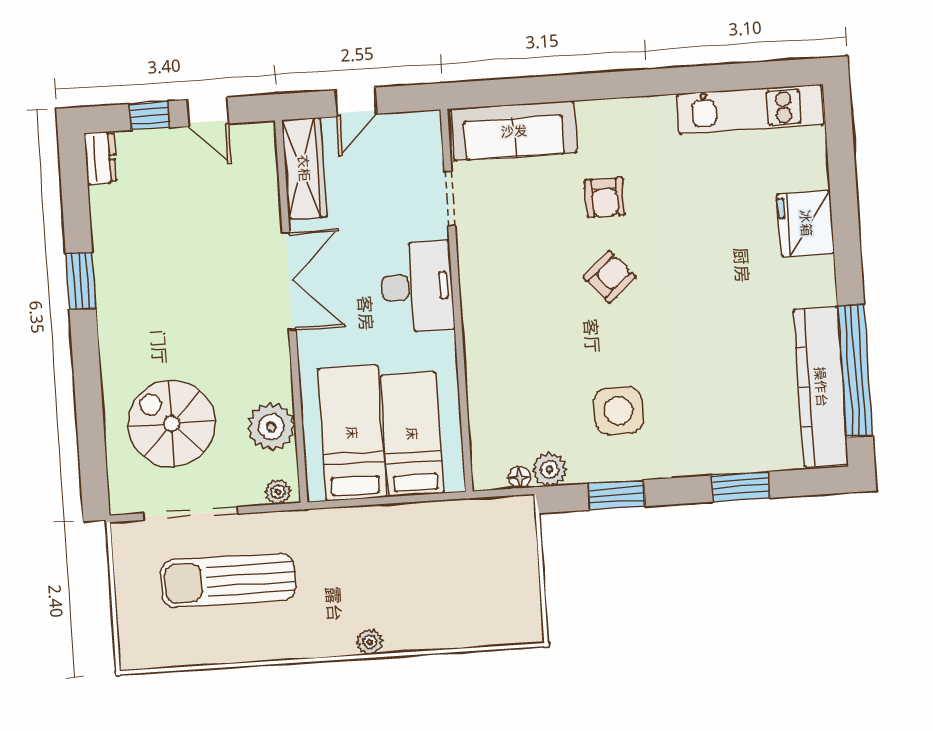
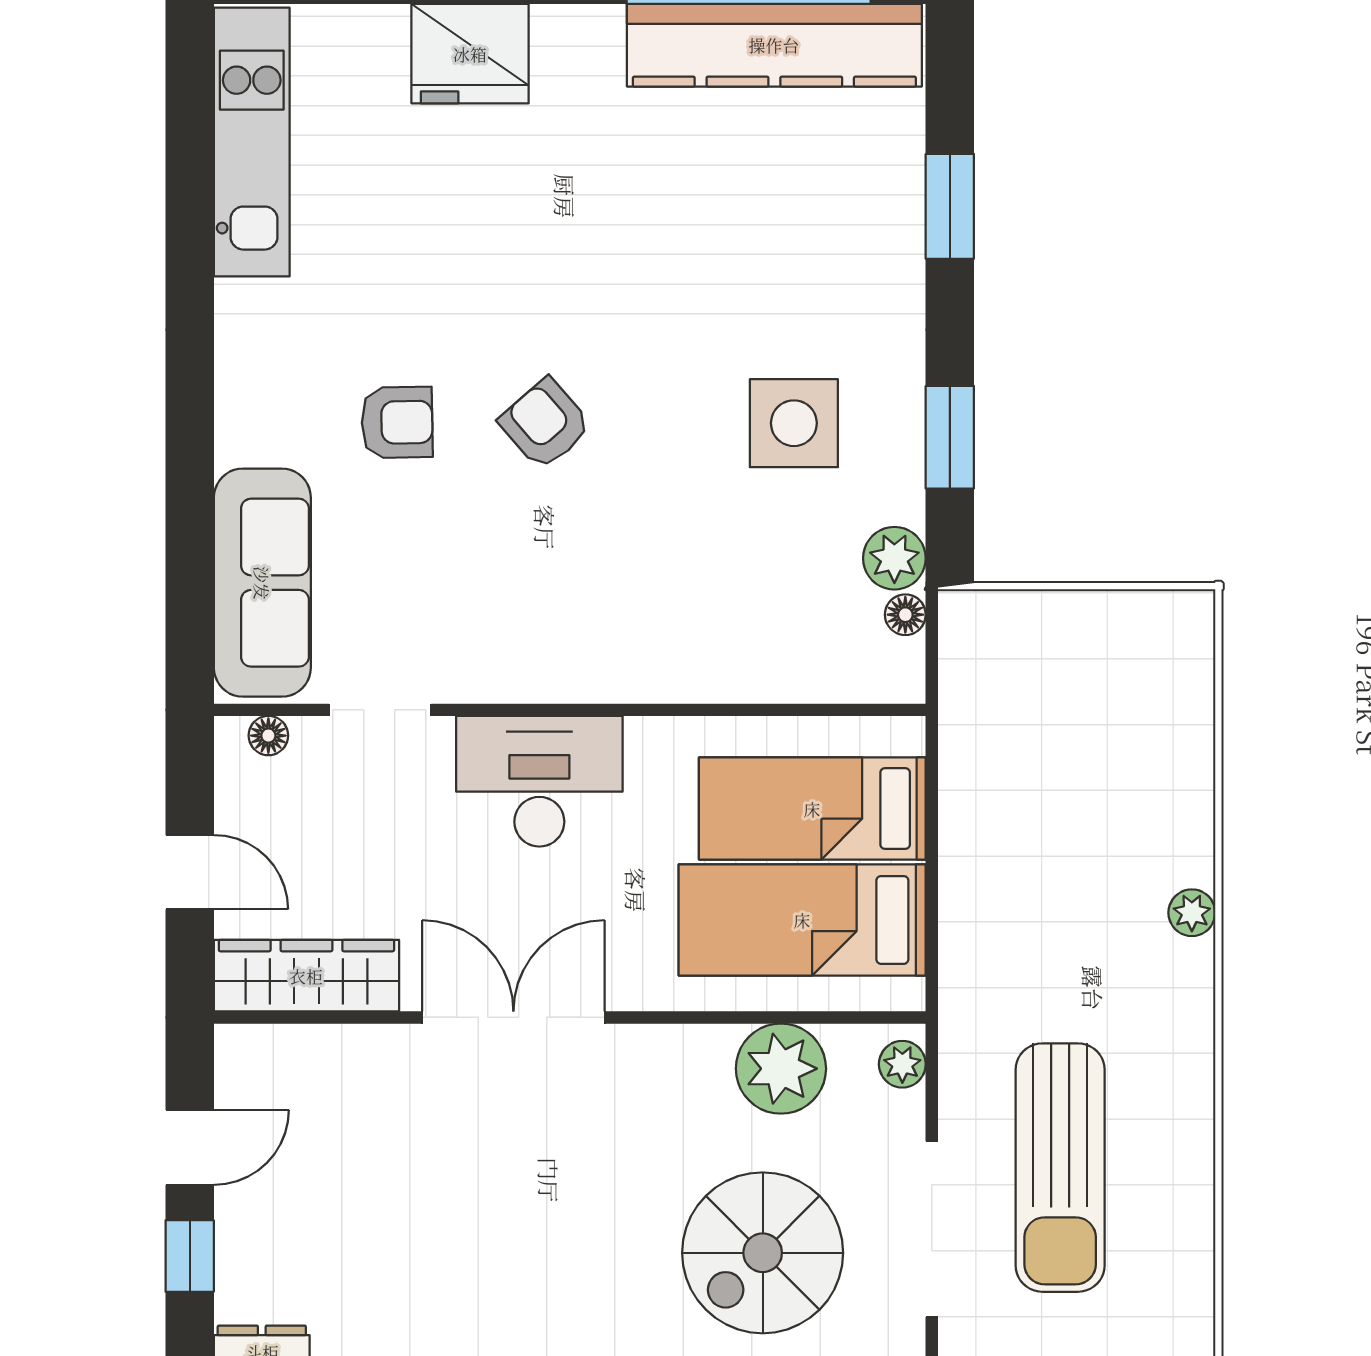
floor lamp: (432, 139) -> (268, 736), added

